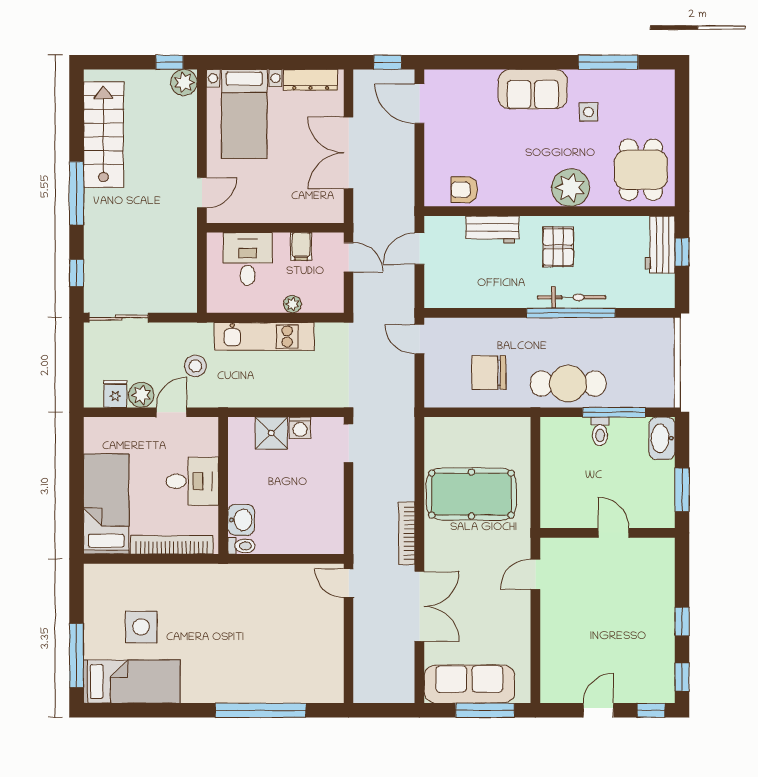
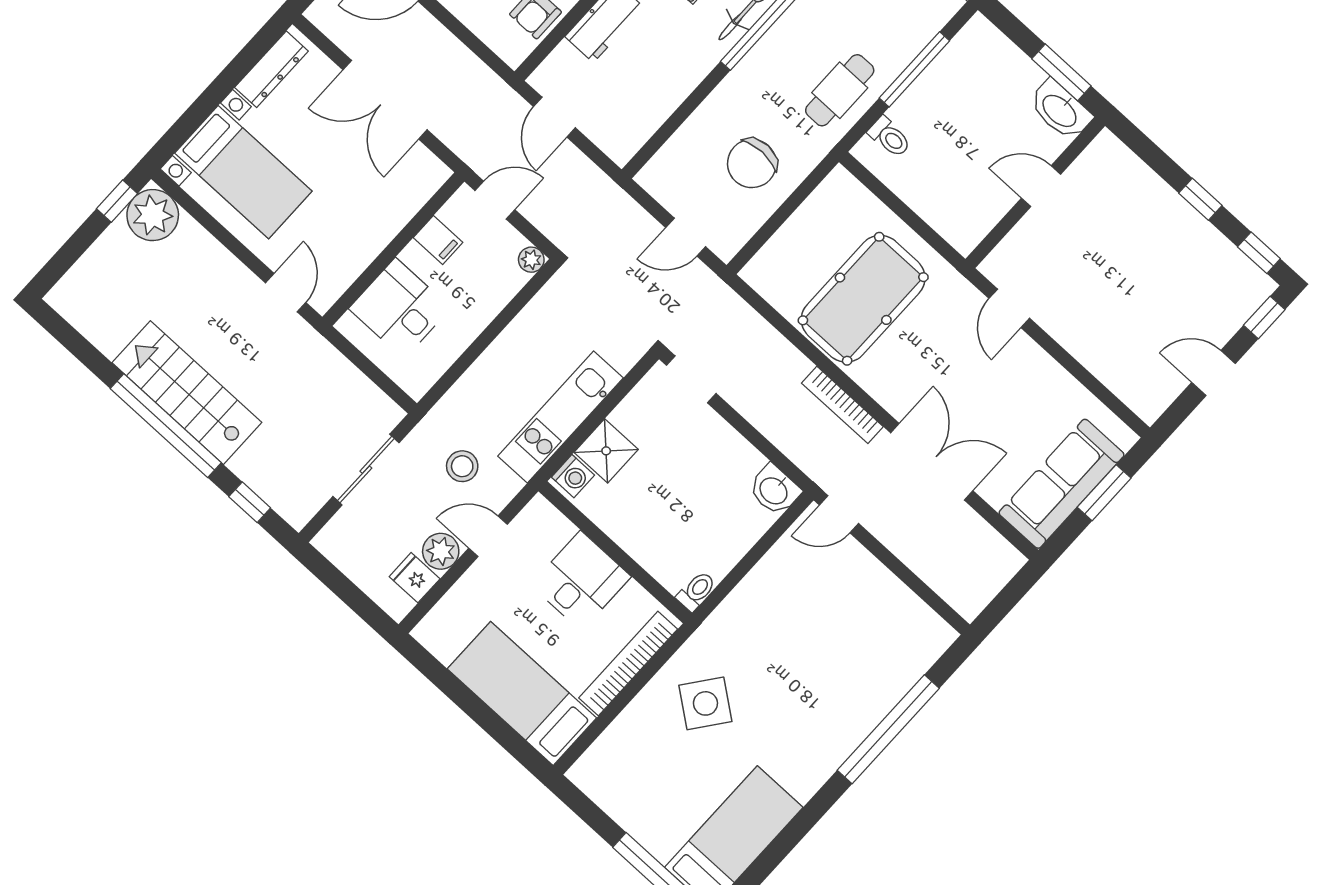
plant: (184, 82) -> (153, 215), width x1.36, depth x1.36
stairs: (104, 135) -> (187, 393), moved
window: (76, 193) -> (166, 426), width x1.46
plant: (292, 304) -> (531, 260), moved
sliding door: (119, 318) -> (366, 470), moved
kitchen unit: (264, 336) -> (561, 417), moved, turned 180
door: (419, 339) -> (686, 237), moved
cafe table: (568, 384) -> (840, 90), width x0.73, depth x0.74
door: (171, 412) -> (488, 536), hinge flipped
washing machine: (300, 428) -> (573, 476), moved
toilet: (600, 431) -> (890, 137), moved
washbasin: (662, 438) -> (1060, 110), moved
washbasin: (241, 520) -> (774, 490), moved, turned 180
side table: (141, 627) -> (705, 703), moved, turned 37
window: (485, 710) -> (1104, 493), width x0.69
door: (598, 710) -> (1213, 373), hinge flipped

